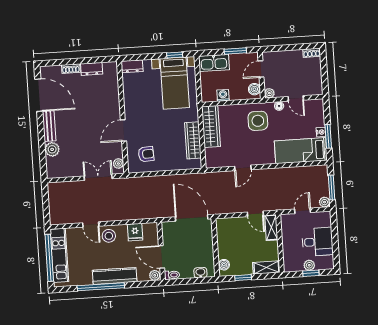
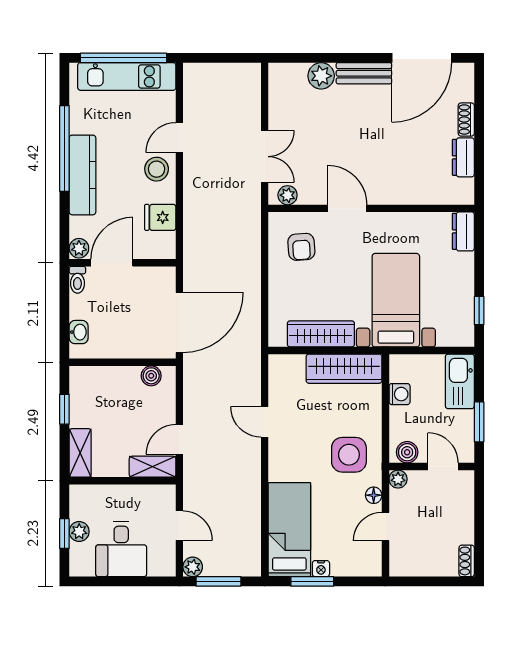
bed with nightstands: (175, 83) -> (396, 300), moved, turned 90
boiler: (224, 265) -> (151, 376), moved

